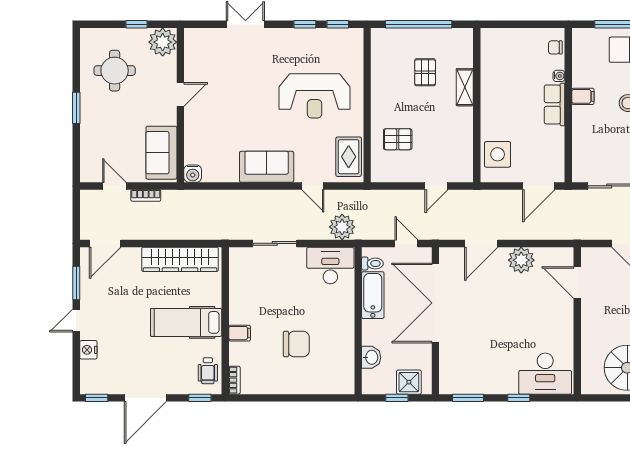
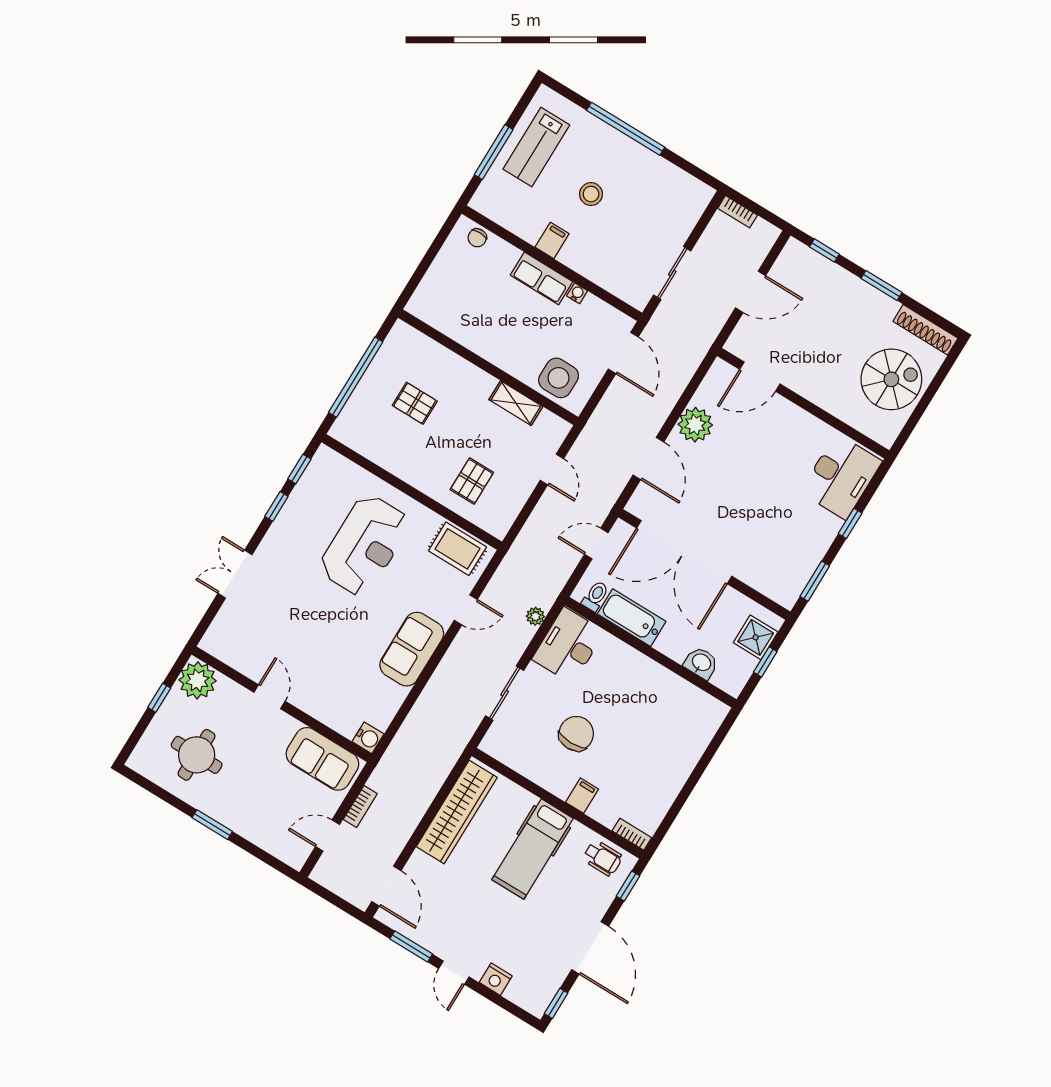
water cooler: (559, 76) -> (577, 293), moved
shelving: (465, 87) -> (516, 403), moved
plant: (342, 227) -> (535, 616), width x0.53, depth x0.53
chair: (296, 344) -> (576, 734), moved

